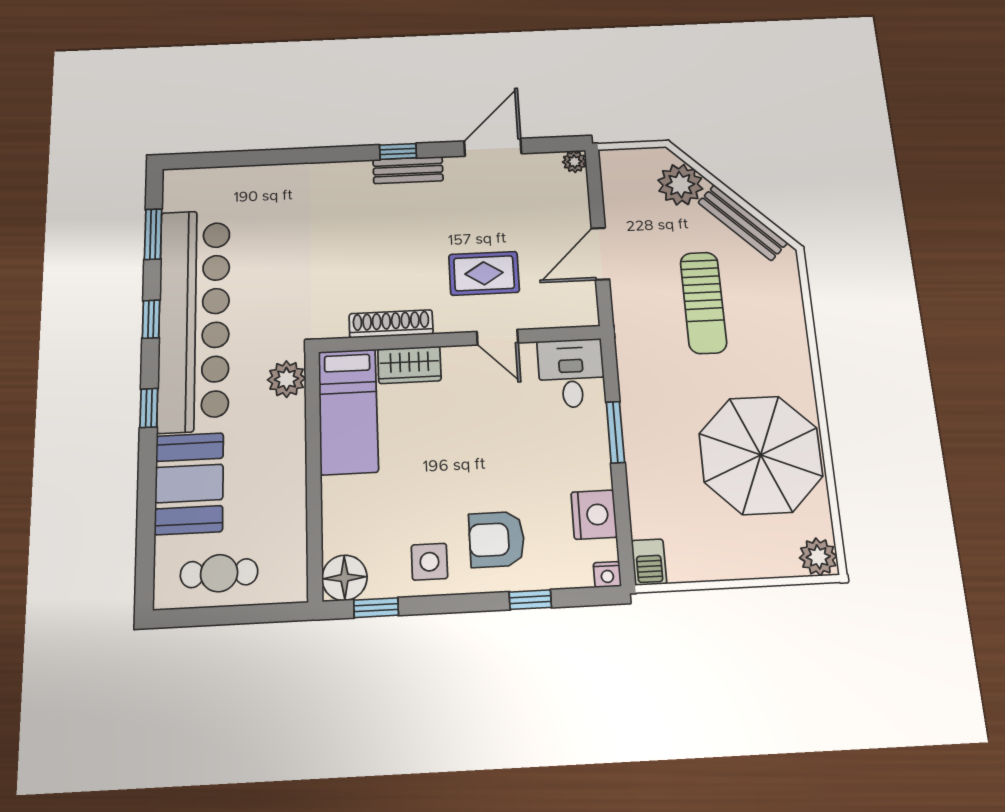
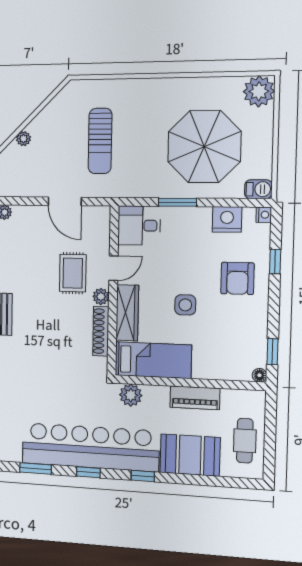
plant: (680, 185) -> (23, 139), width x0.53, depth x0.53
bench: (743, 223) -> (50, 112), removed
sun lounger: (703, 303) -> (100, 141), turned 90
plant: (449, 320) -> (101, 297), added
wardrobe: (409, 365) -> (127, 313), width x1.50
parasol: (761, 455) -> (204, 147), moved
piano: (288, 484) -> (195, 398), added
plant: (818, 557) -> (259, 91), width x1.36, depth x1.36
side table: (429, 562) -> (185, 305), moved
floor lamp: (344, 578) -> (259, 375), width x0.53, depth x0.53

